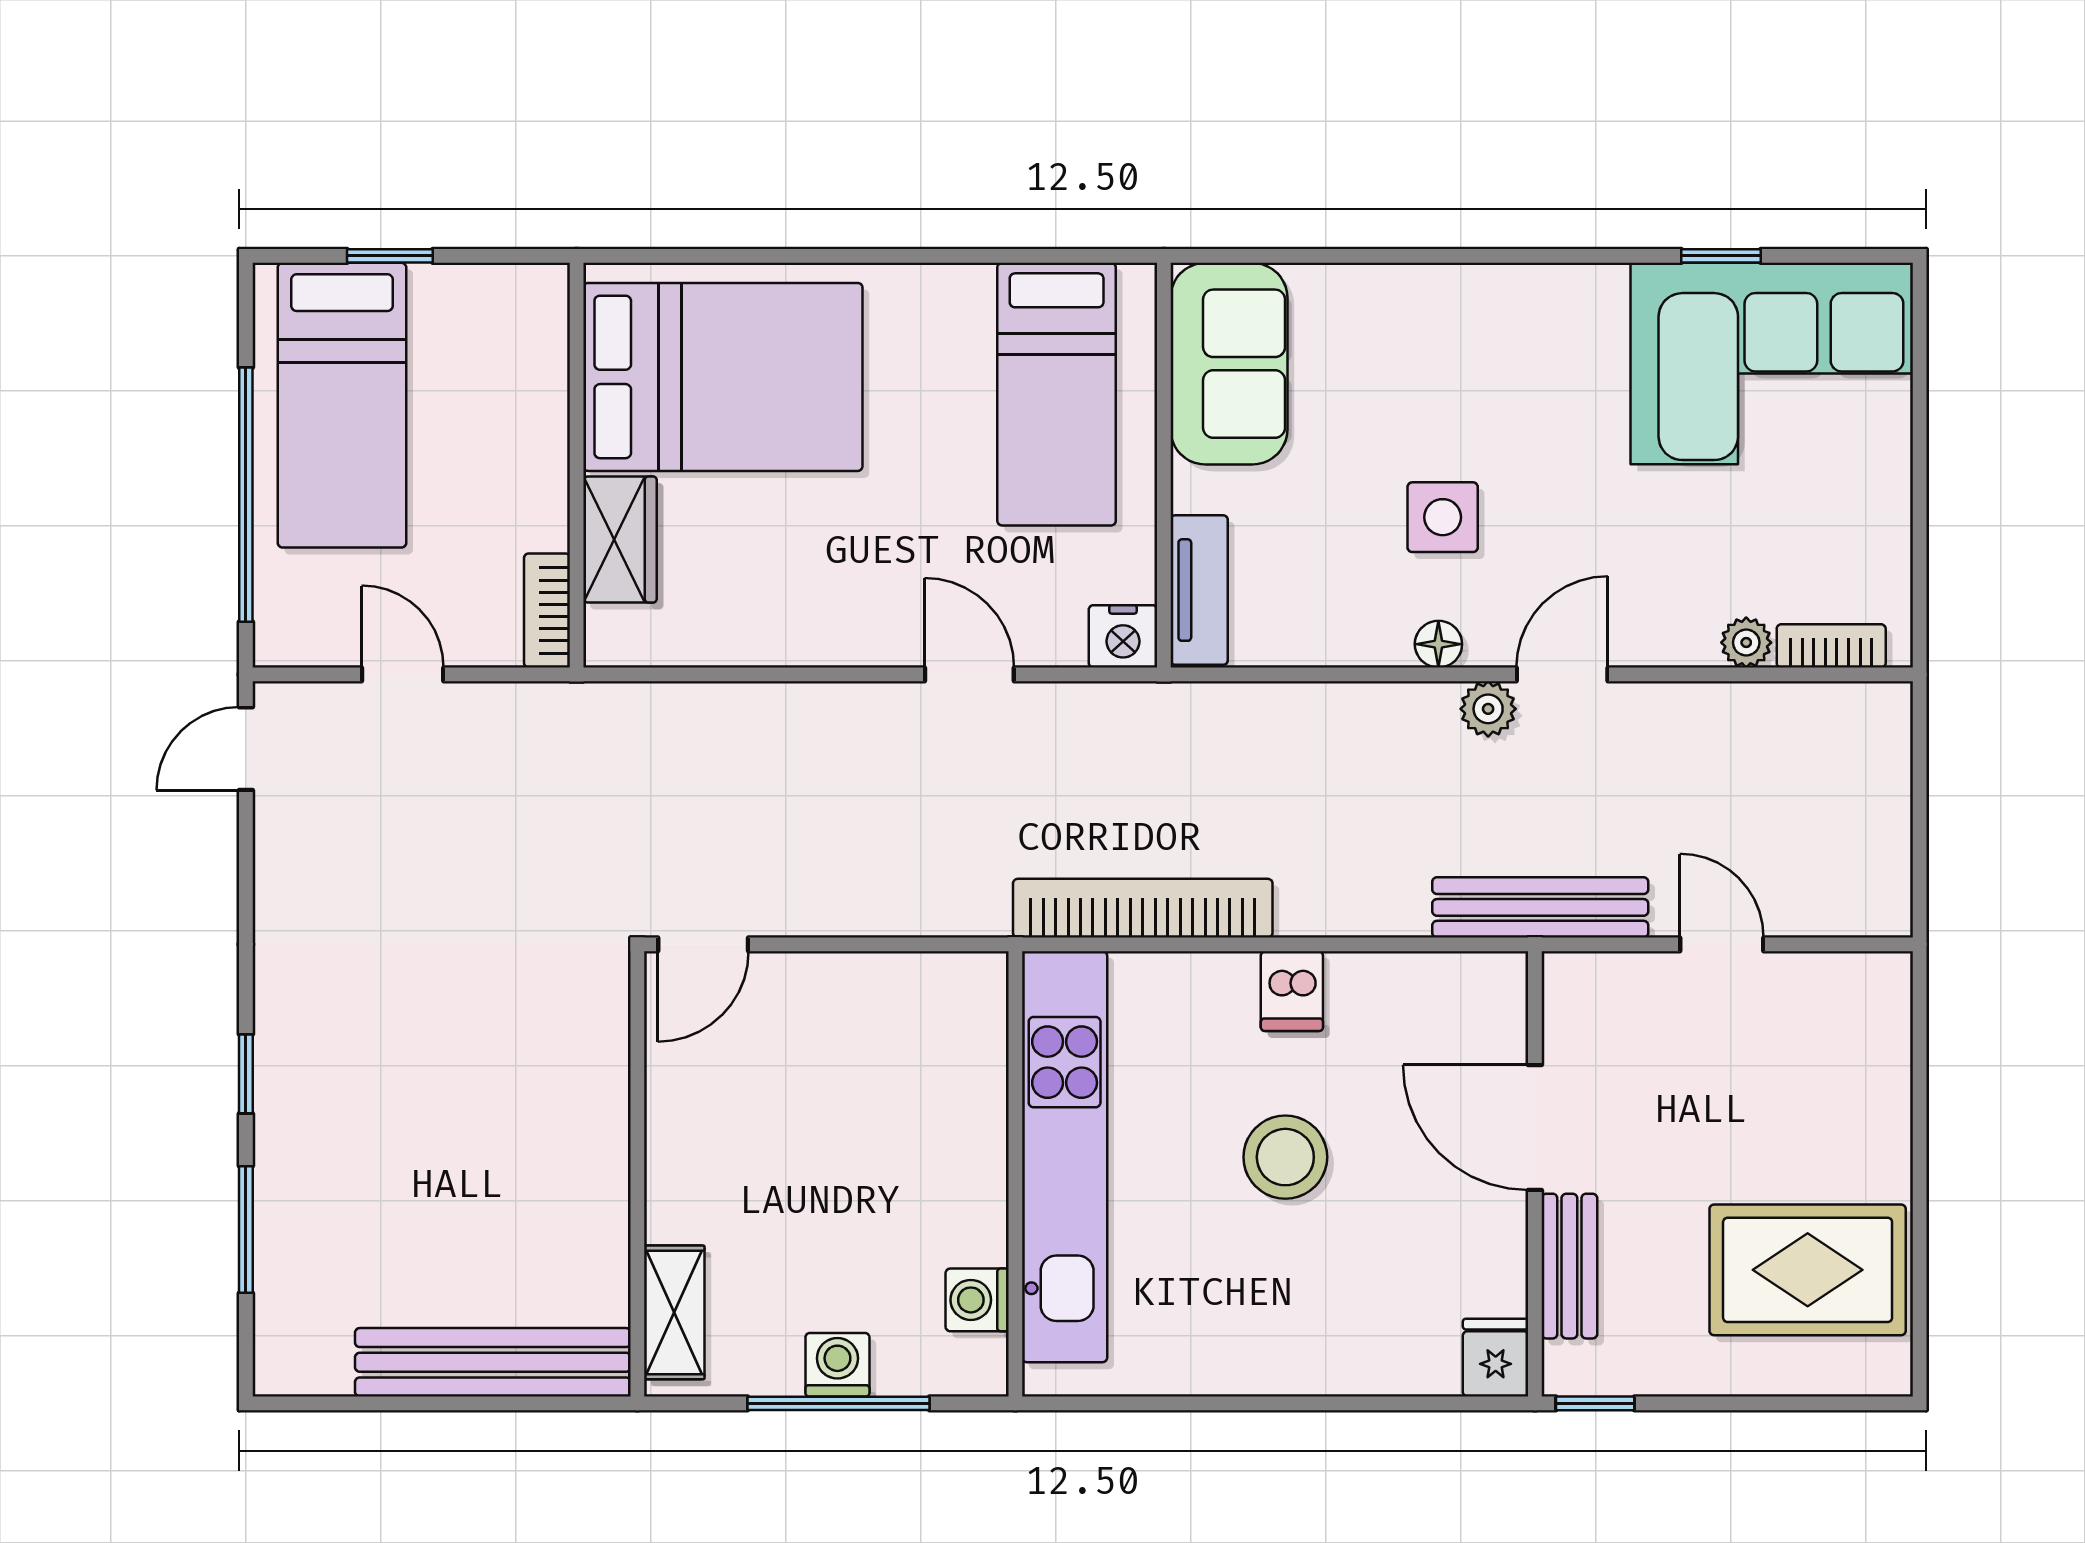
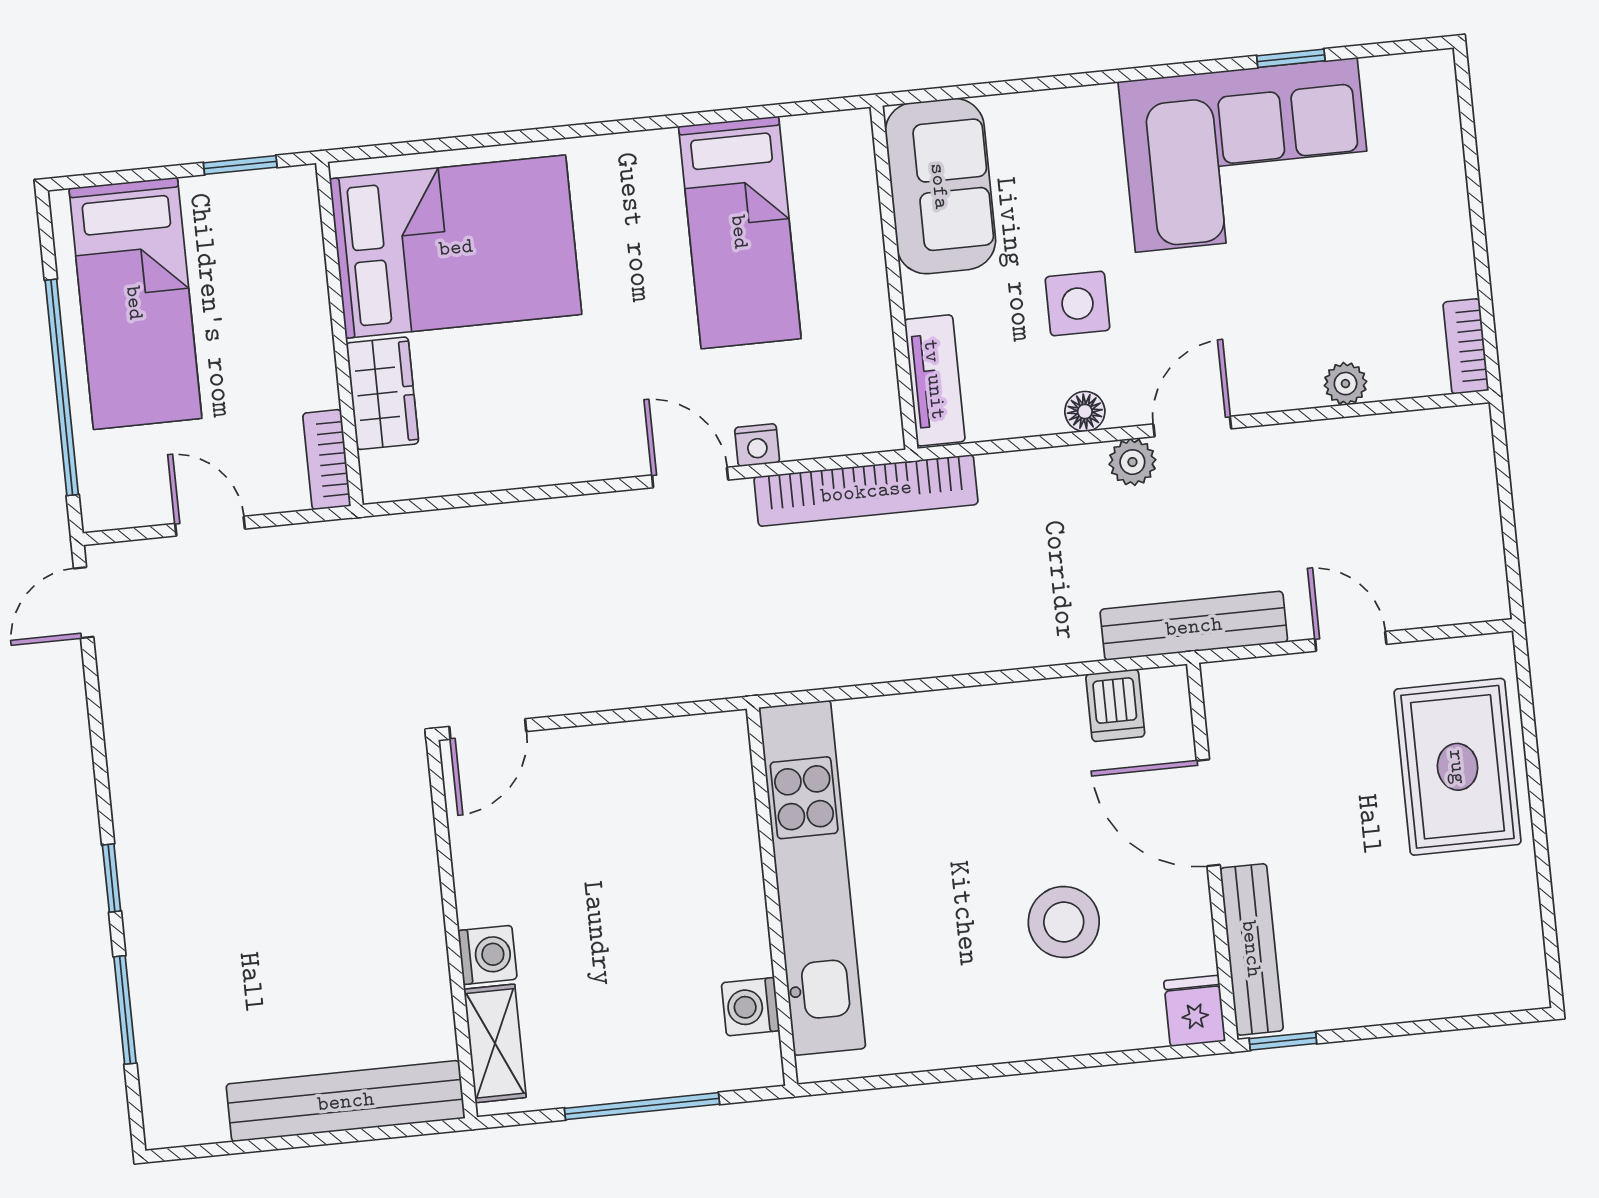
window: (390, 256) -> (240, 165), moved
corner sofa: (1772, 363) -> (1246, 155), moved
sofa: (1229, 364) -> (940, 186), moved
wall: (1164, 465) -> (894, 278), moved
tv unit: (1199, 590) -> (935, 380), moved
nightstand: (1123, 636) -> (757, 445), moved, width x0.72, depth x0.74
bookcase: (1831, 646) -> (1466, 346), moved, turned -90
bookcase: (1143, 908) -> (866, 491), moved, turned 180
dishwasher: (1292, 991) -> (1115, 705), moved
stool: (1285, 1157) -> (1064, 922), moved
bench: (1569, 1266) -> (1252, 949), width x1.36
rug: (1808, 1270) -> (1458, 767), moved, turned 90
washing machine: (837, 1365) -> (487, 955), moved, turned 90

